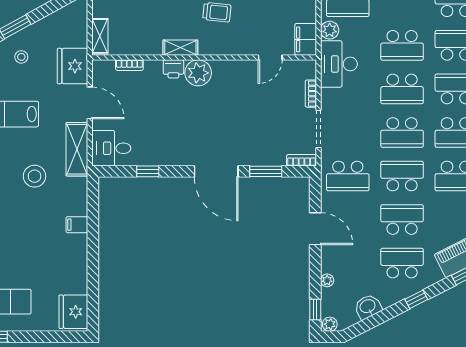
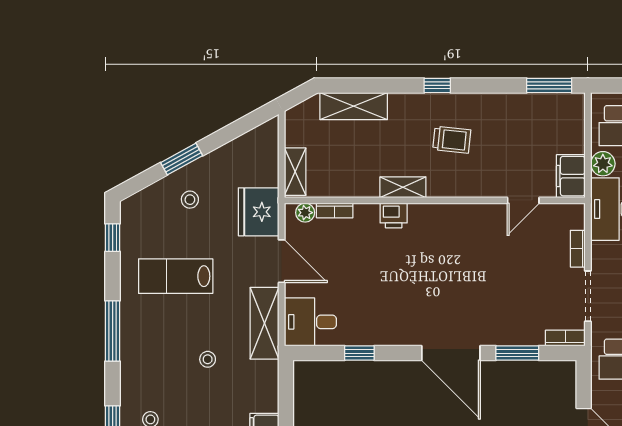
plant: (198, 73) -> (305, 213), moved, width x0.53, depth x0.53
stool: (35, 176) -> (208, 359), width x0.53, depth x0.53

